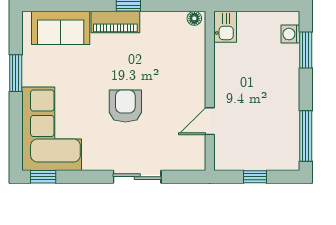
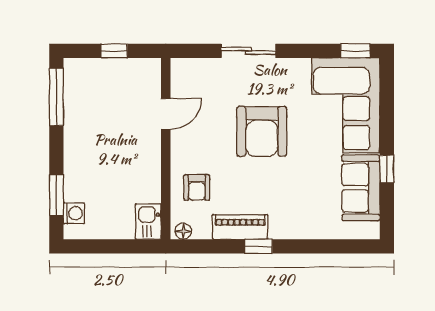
piano: (115, 22) -> (240, 227), moved
sofa: (61, 28) -> (361, 188), moved, turned -90
armchair: (183, 57) -> (197, 188), added
window: (16, 73) -> (387, 169), width x0.67
armchair: (125, 106) -> (262, 131), width x1.36, depth x1.36

